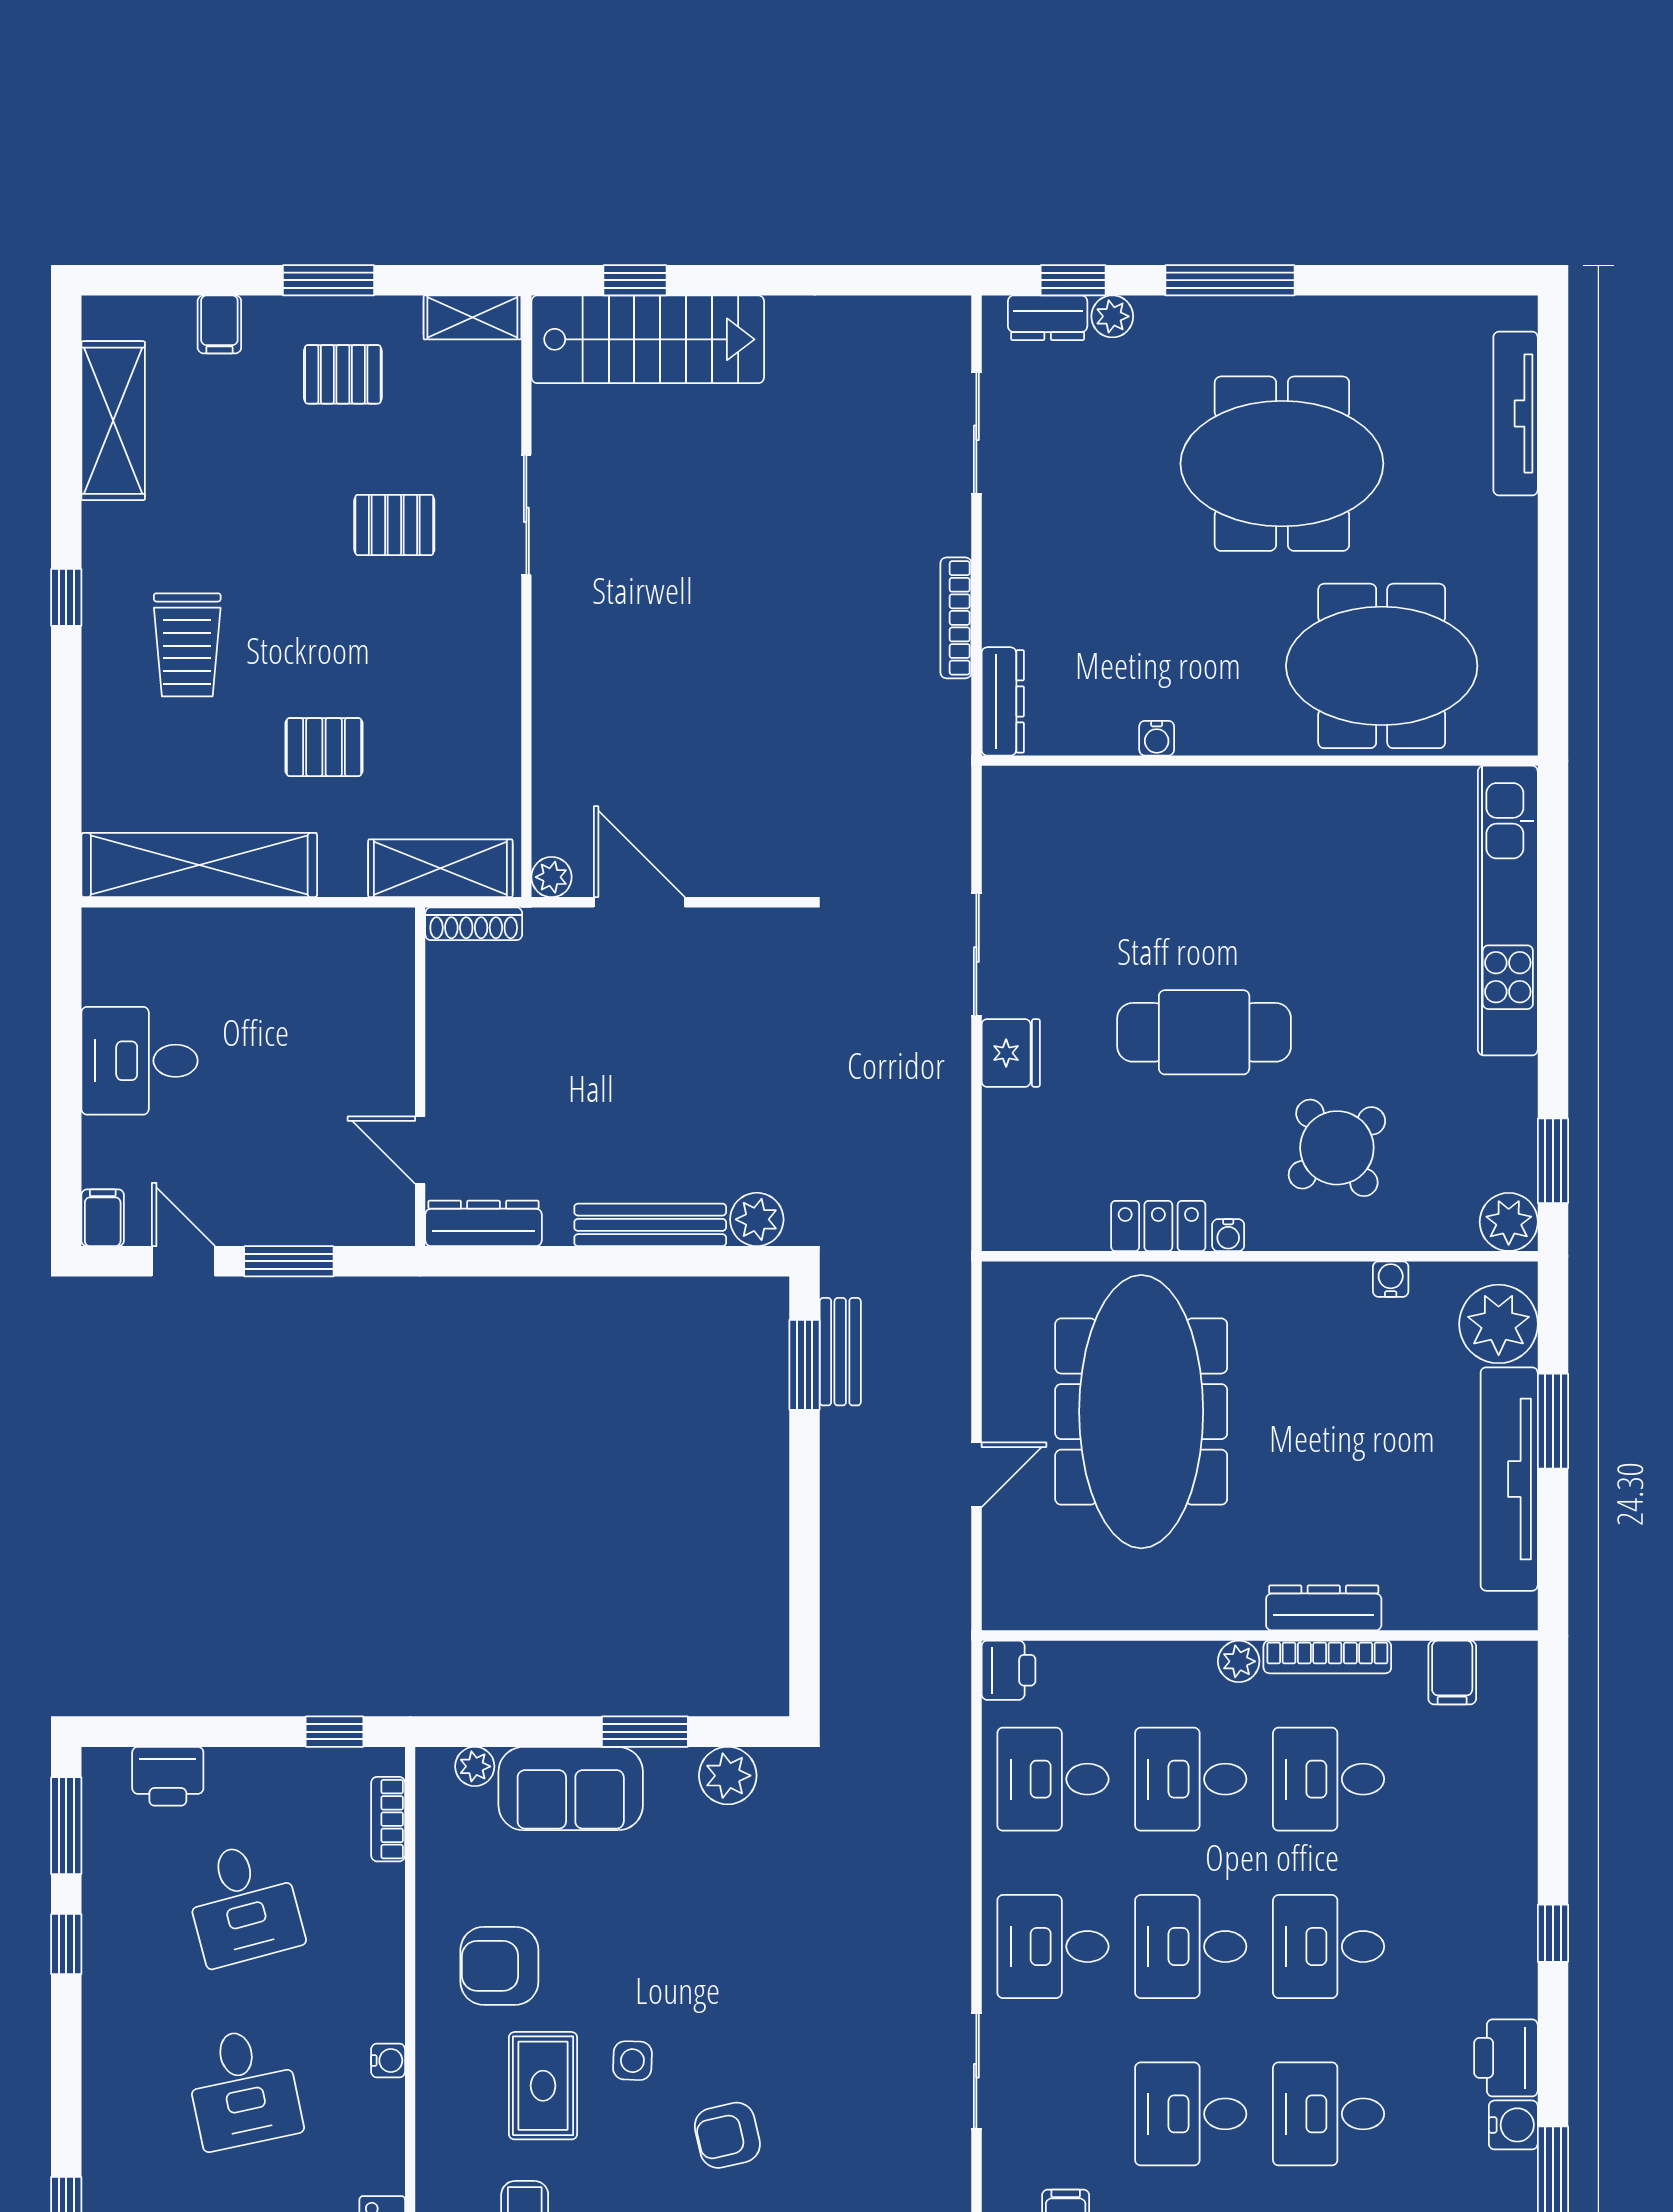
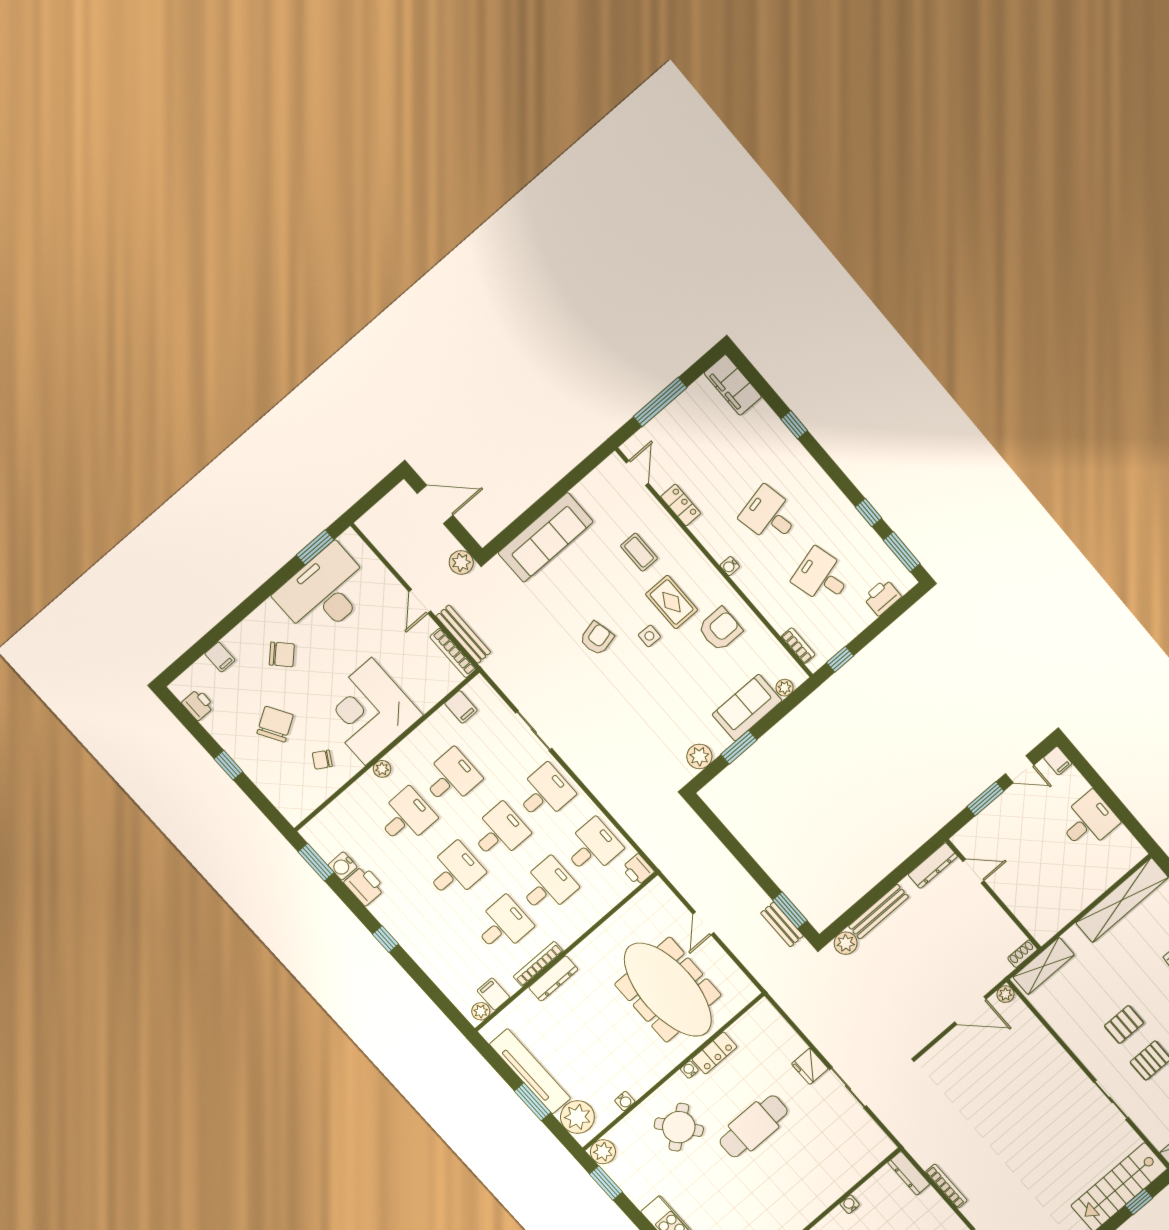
pallet: (324, 747) -> (1124, 1024), moved
shoe rack: (474, 924) -> (1023, 954), width x0.70
plant: (1239, 1661) -> (481, 1011), moved

